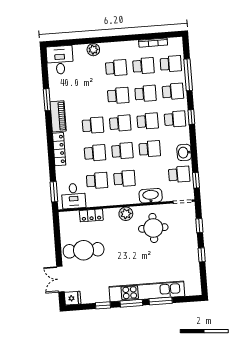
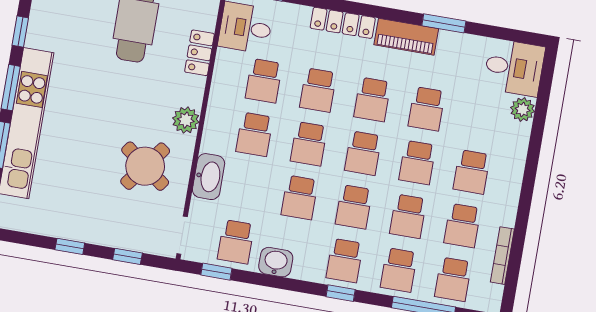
plant: (93, 50) -> (523, 109), moved
school desk: (91, 98) -> (427, 109), added
round table: (153, 228) -> (145, 166), turned 37

